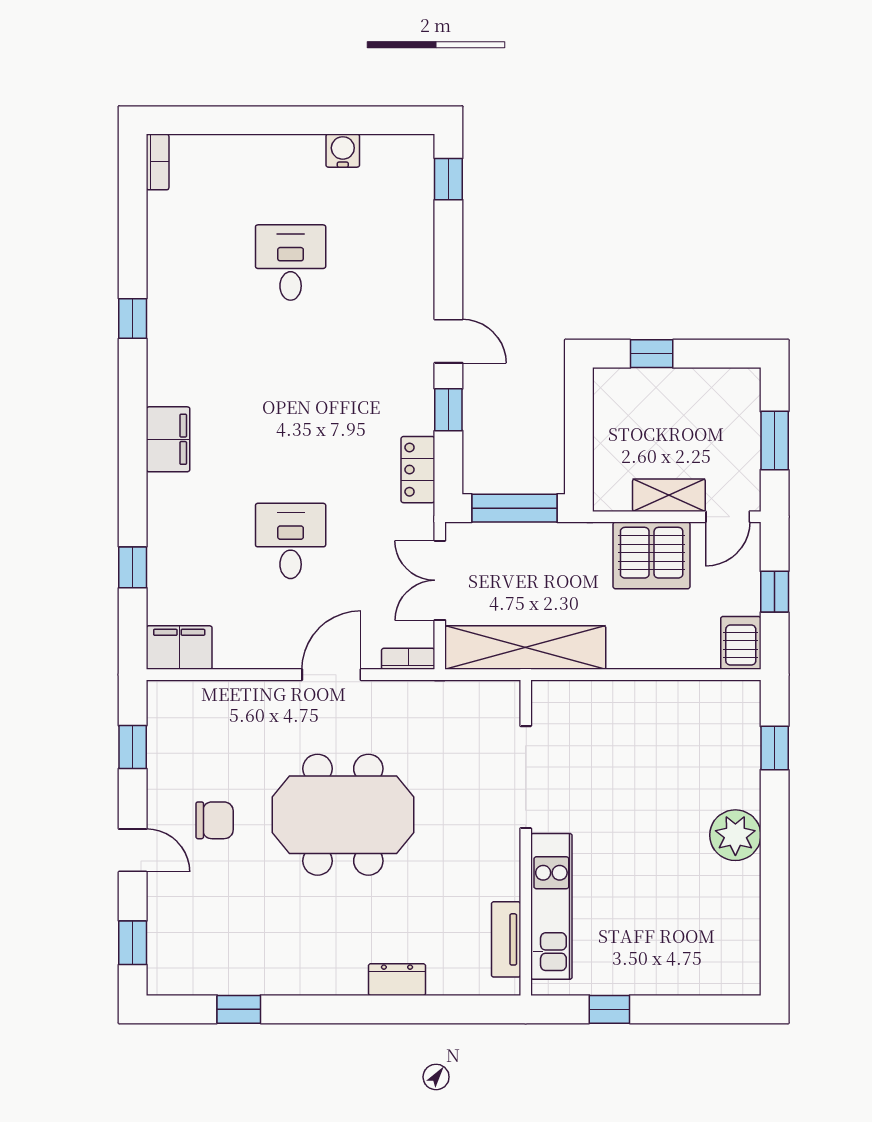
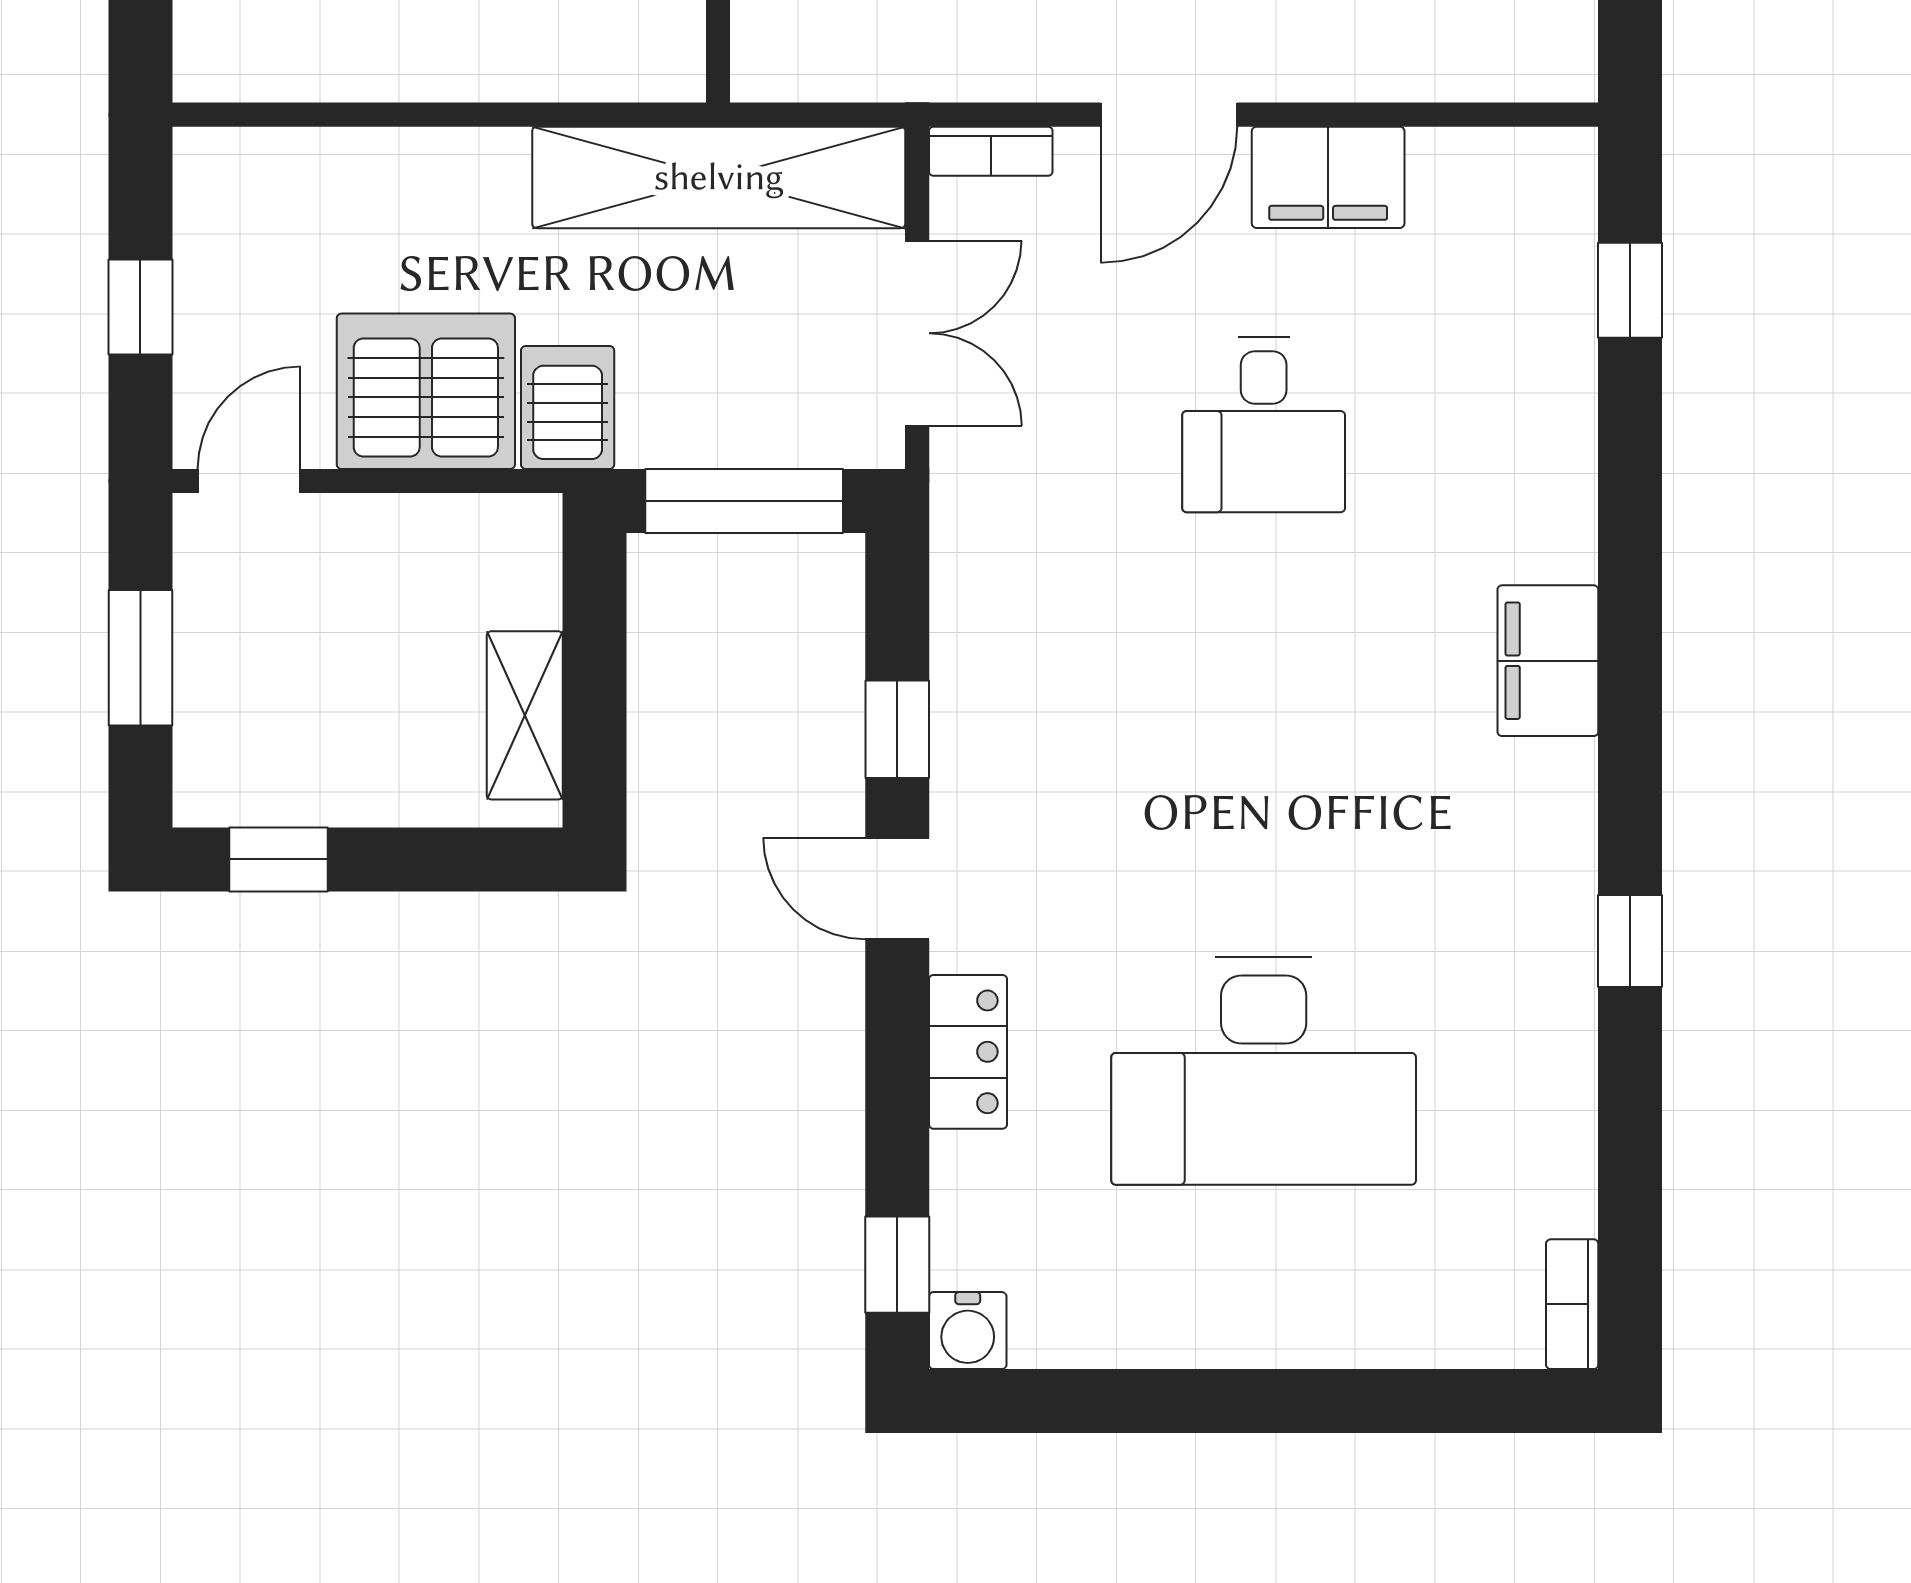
water cooler: (343, 151) -> (968, 1331), moved
desk: (291, 262) -> (1264, 1071), width x1.87, depth x1.30
window: (652, 354) -> (278, 859), moved
locker: (418, 470) -> (968, 1052), moved
shelving: (669, 495) -> (525, 715), moved, turned 90
window: (133, 567) -> (1630, 290), moved
server rack: (741, 643) -> (568, 407), moved, turned 180
filing cabinet: (179, 648) -> (1328, 177), moved

